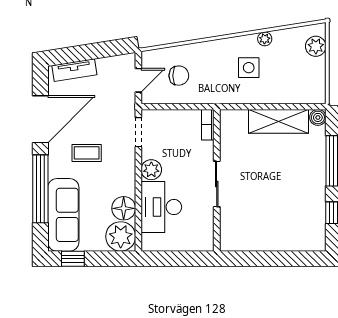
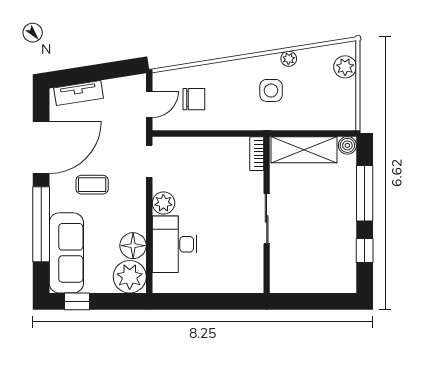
bookcase: (208, 125) -> (257, 154), moved
wall: (217, 180) -> (267, 215), moved
sliding door: (217, 184) -> (267, 219), moved

